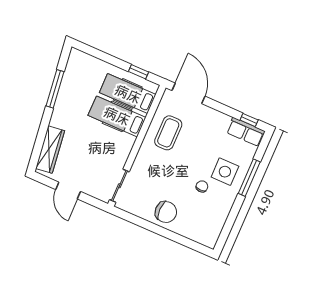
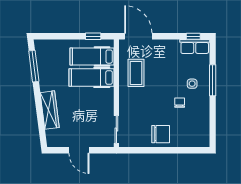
window: (55, 89) -> (34, 66), moved
wardrobe: (50, 150) -> (50, 110), moved
side table: (225, 172) -> (192, 84), width x0.54, depth x0.54

